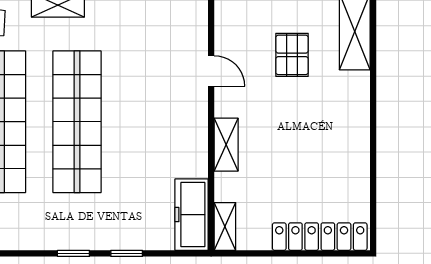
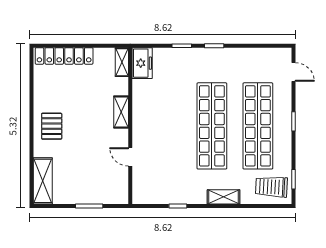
pallet: (292, 55) -> (52, 126), moved
freezer: (192, 215) -> (142, 63), width x0.71

